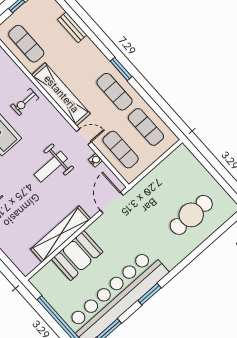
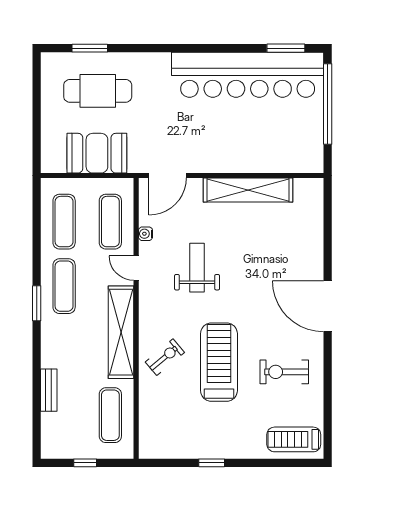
exercise bike: (25, 102) -> (165, 357), turned -40
weight bench: (51, 167) -> (197, 268), turned -90
booth: (77, 255) -> (97, 153), moved
window: (150, 294) -> (90, 48), moved

